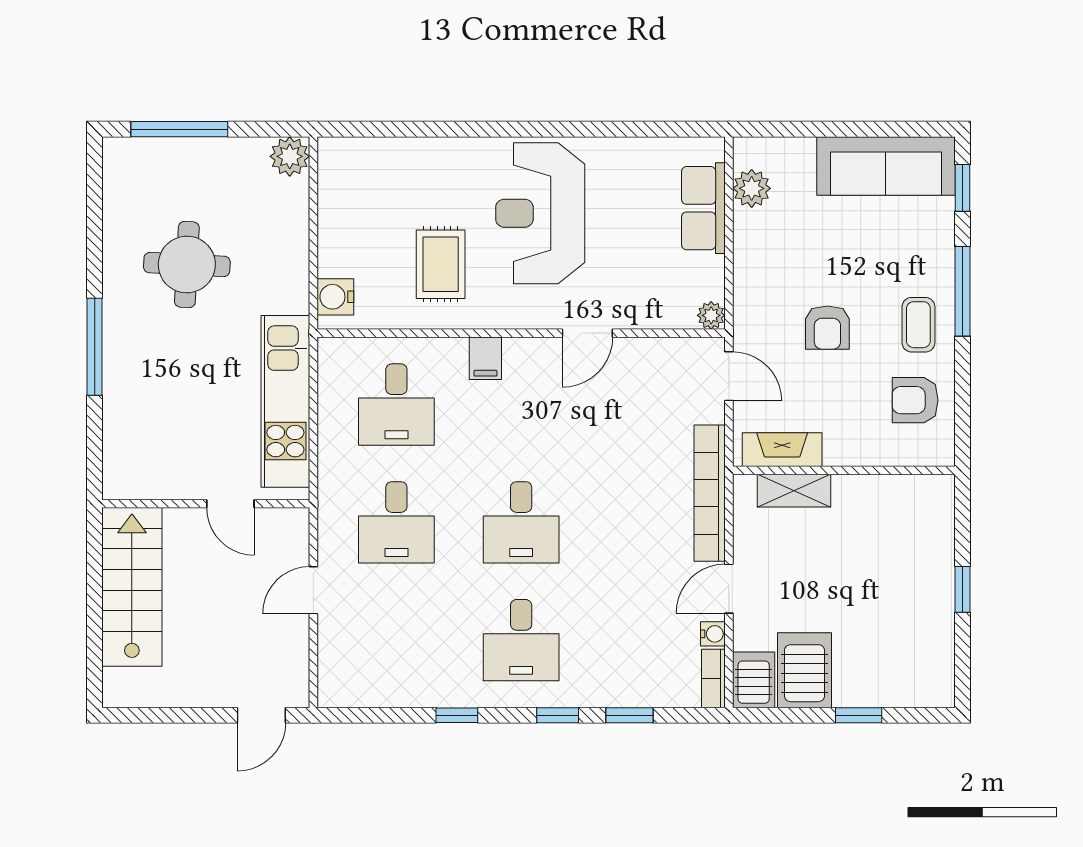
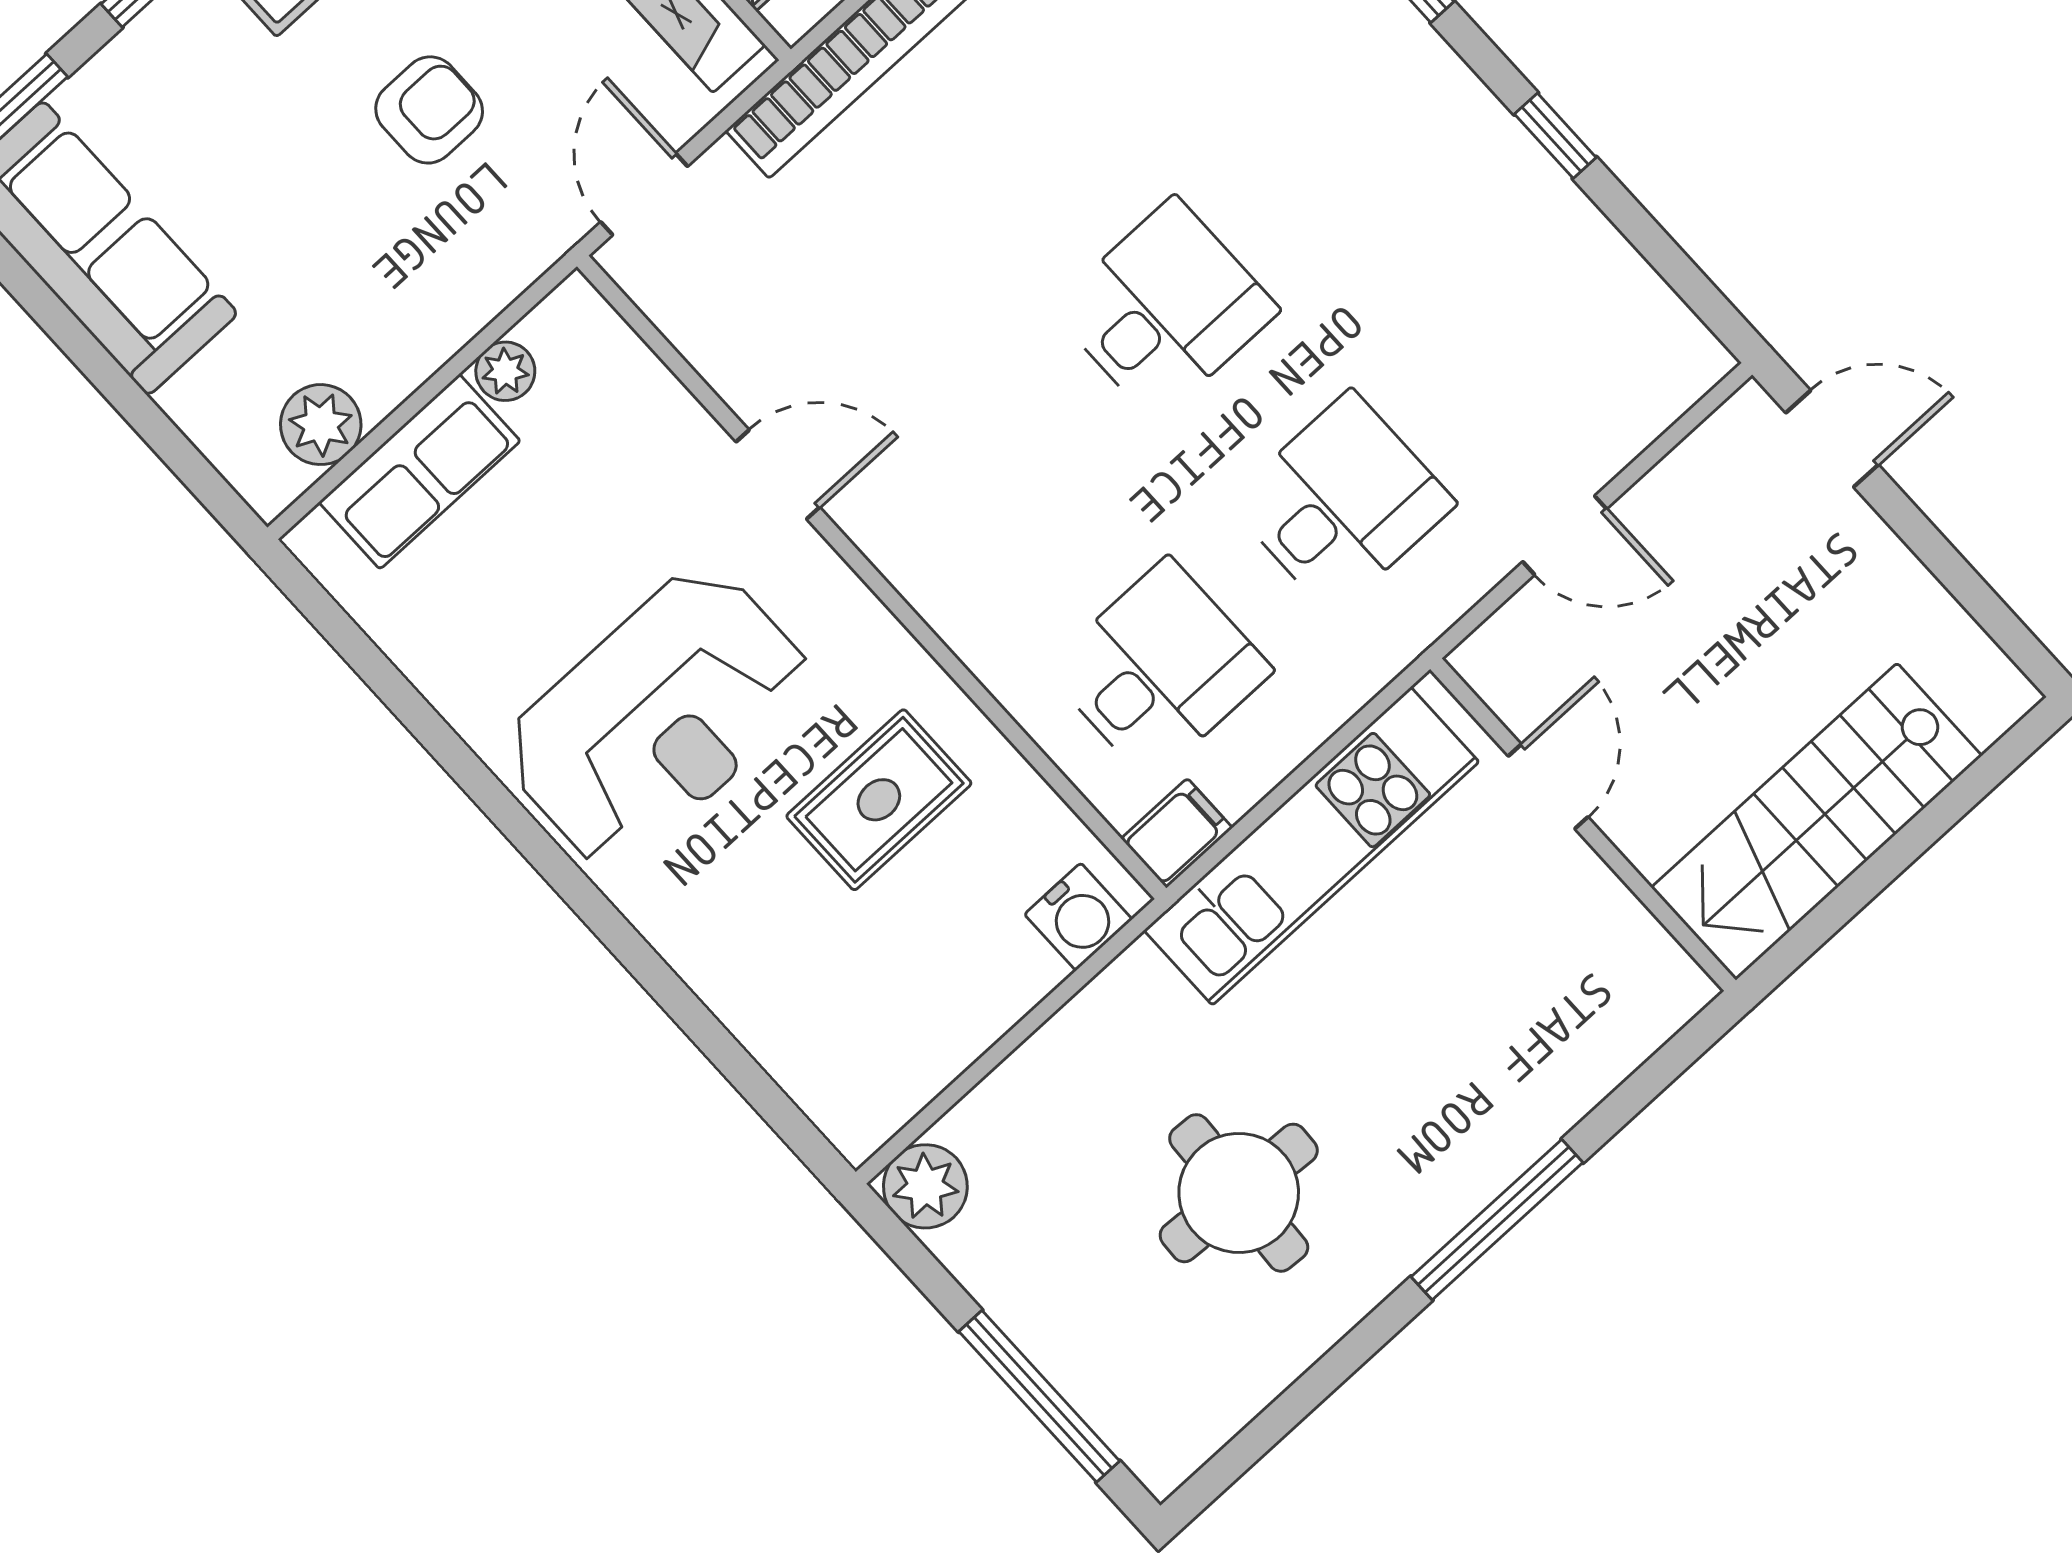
plant: (711, 315) -> (505, 371), moved
filing cabinet: (485, 358) -> (1177, 833), moved
desk: (521, 640) -> (1348, 142), removed

